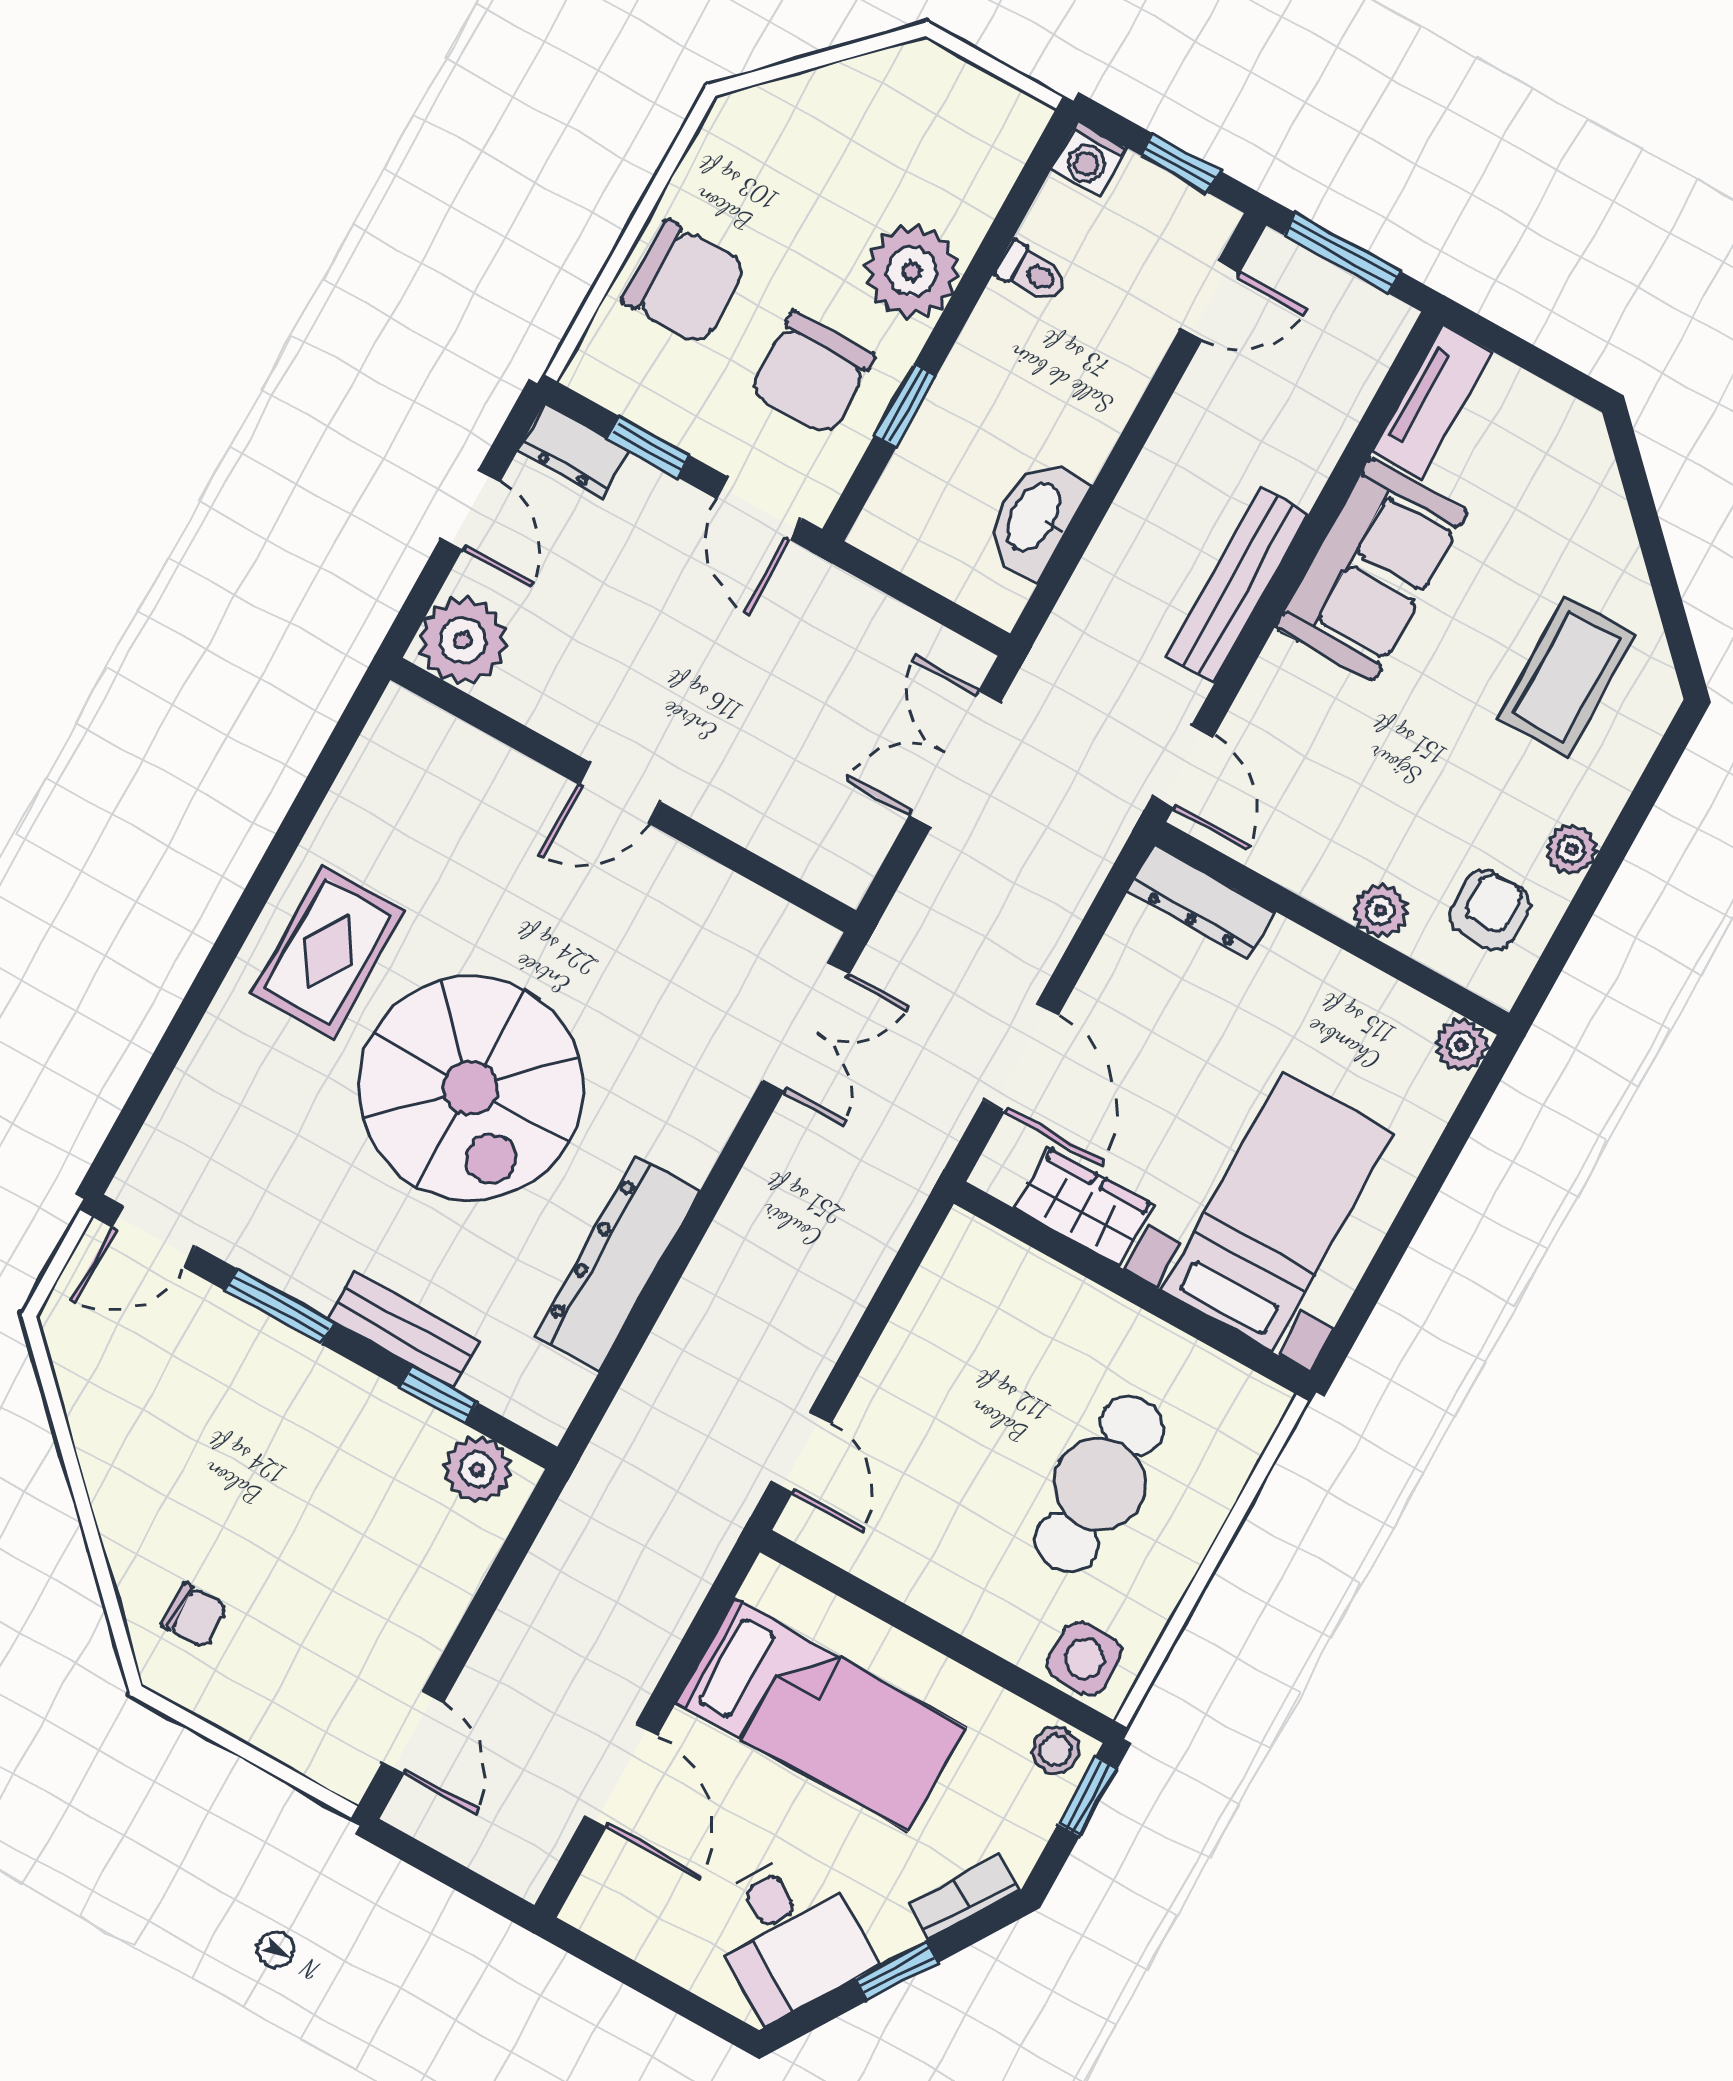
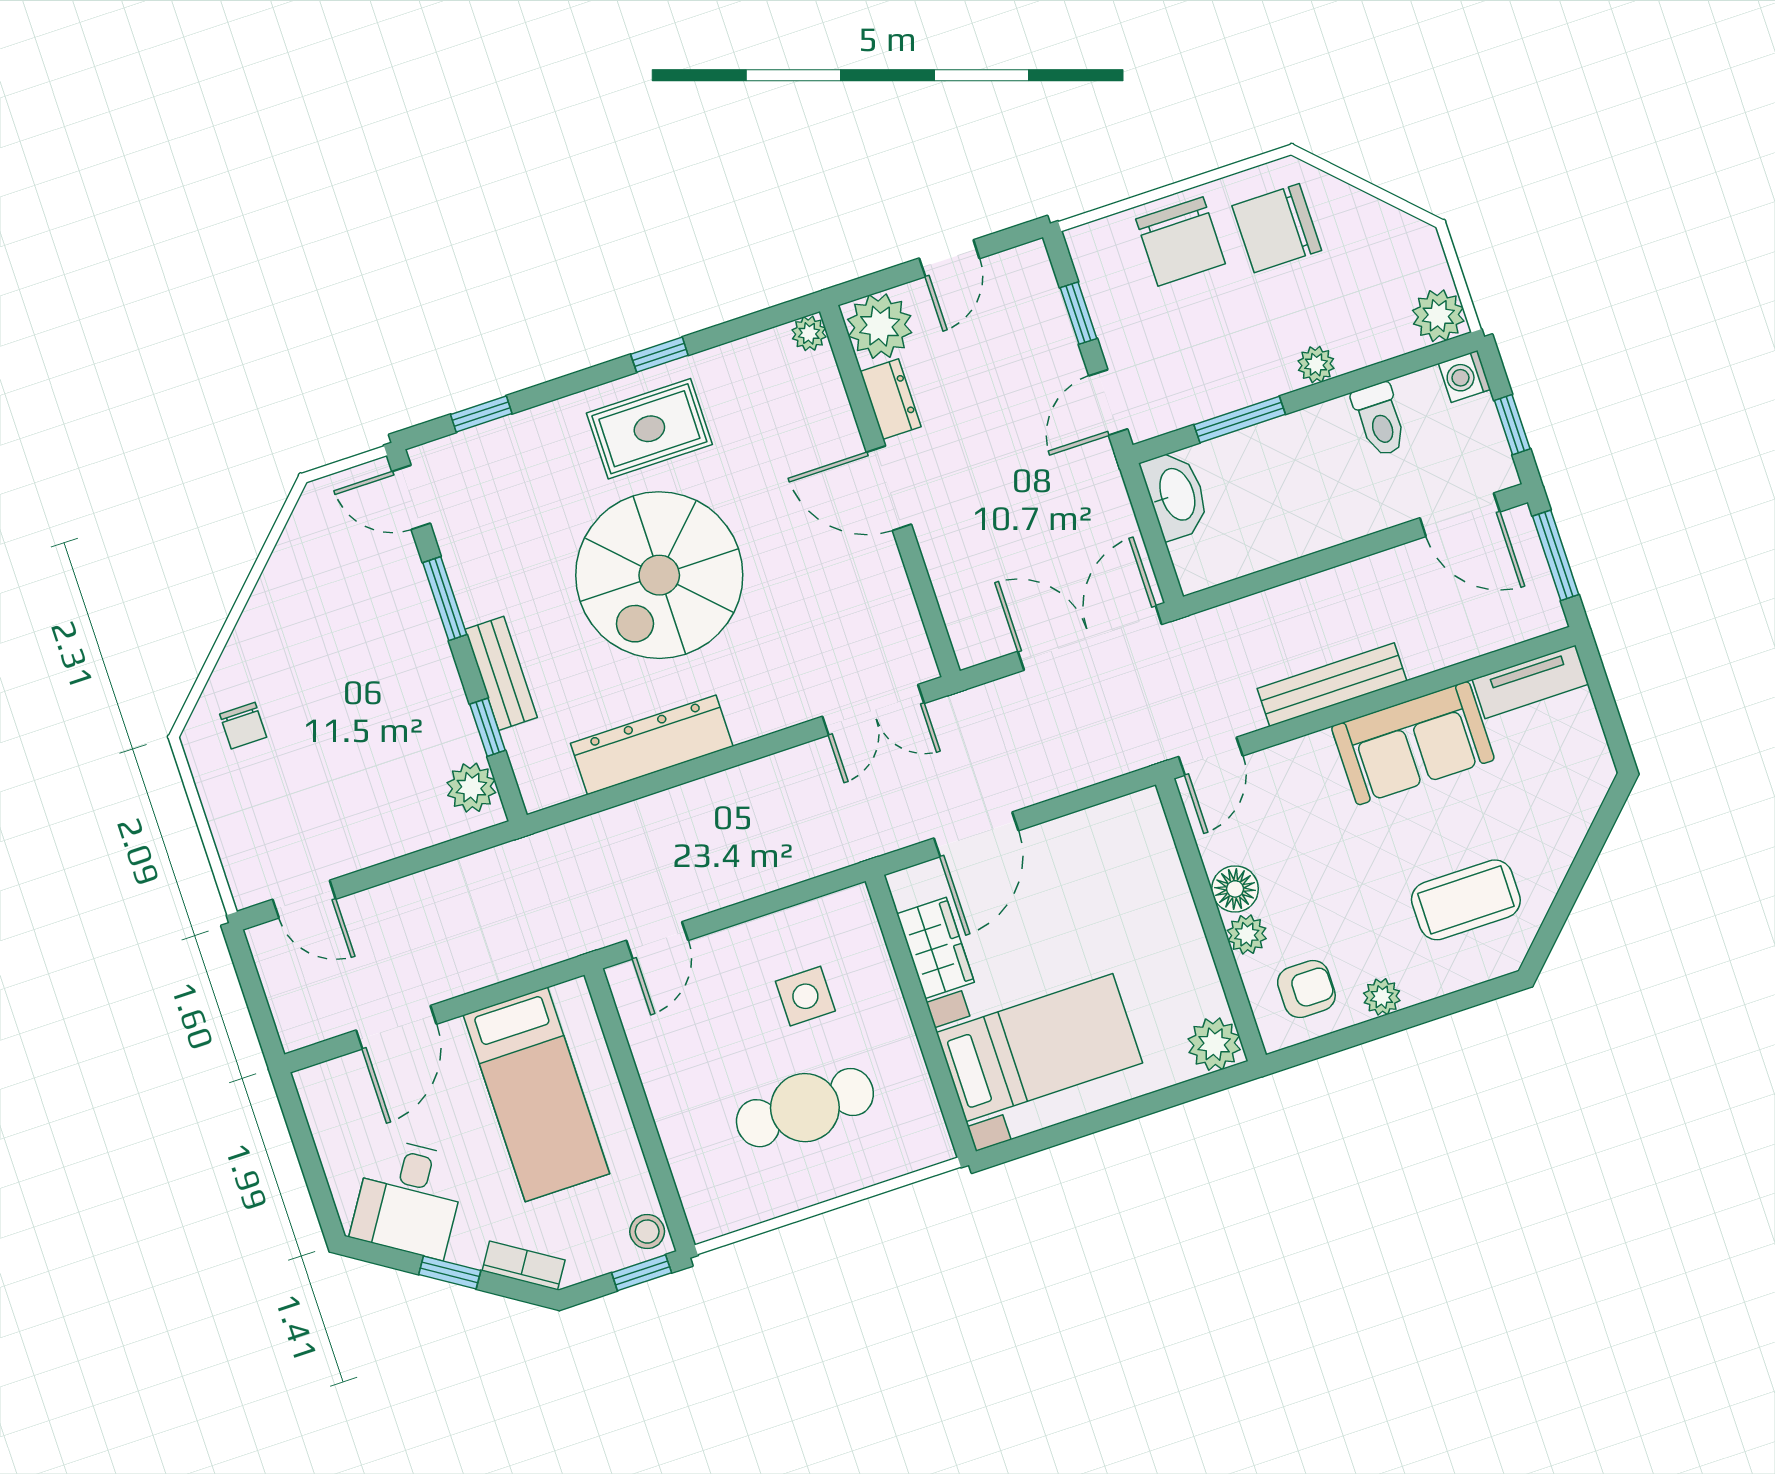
plant: (1008, 122) -> (1438, 316), added
plant: (912, 271) -> (1316, 365), width x0.53, depth x0.53
toilet: (1033, 272) -> (1380, 420), width x1.37, depth x1.39
door: (1210, 300) -> (1460, 515), width x1.38
chair: (812, 374) -> (1277, 228), moved
window: (905, 406) -> (1240, 419), width x1.50
dresser: (573, 451) -> (891, 399), moved, turned 180
washbasin: (1035, 518) -> (1176, 495), moved, turned 90
plant: (399, 712) -> (809, 333), added
double door: (955, 759) -> (1090, 638), width x1.37
door: (620, 793) -> (889, 488), width x1.38
window: (270, 869) -> (659, 355), added
floor lamp: (1327, 876) -> (1235, 889), added
dresser: (1201, 901) -> (1153, 839), removed
plant: (1461, 1045) -> (1214, 1044), width x1.38, depth x1.38
window: (147, 1090) -> (481, 414), added
side table: (1085, 1659) -> (805, 996), moved
door: (413, 1732) -> (304, 899), hinge flipped

